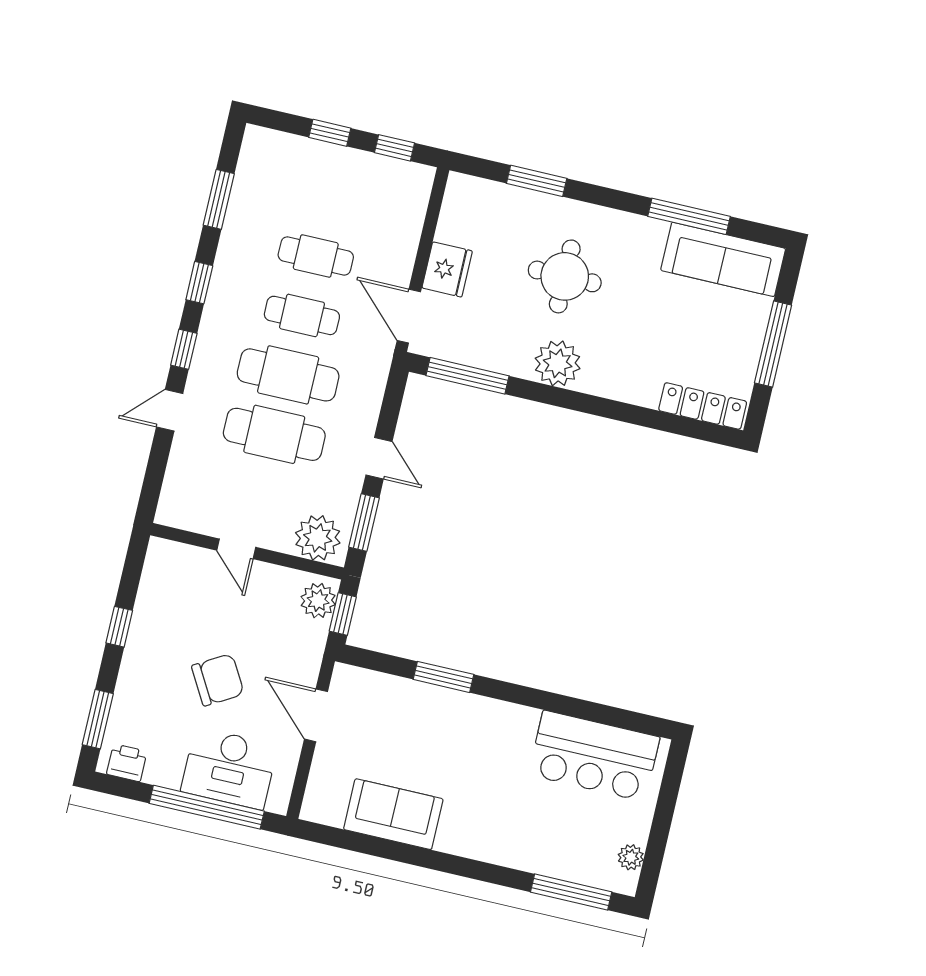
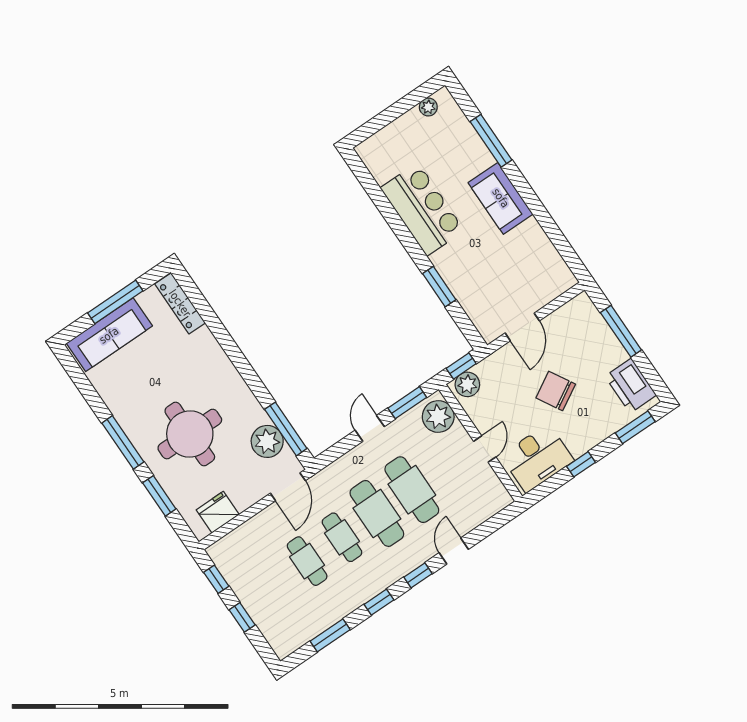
window: (689, 216) -> (123, 442), moved
sofa: (723, 259) -> (109, 335), moved, turned 90
fridge: (447, 269) -> (218, 512), moved
round table: (565, 276) -> (190, 434), width x1.36, depth x1.36
plant: (558, 363) -> (267, 441), moved
door: (170, 410) -> (454, 551), swing flipped
bar counter: (594, 756) -> (422, 209), moved
printer: (127, 763) -> (631, 386), width x1.87, depth x1.48
desk: (229, 768) -> (537, 458), moved, turned 90
window: (207, 807) -> (621, 331), width x0.68
sofa: (393, 814) -> (501, 198), moved
window: (571, 892) -> (491, 141), moved

